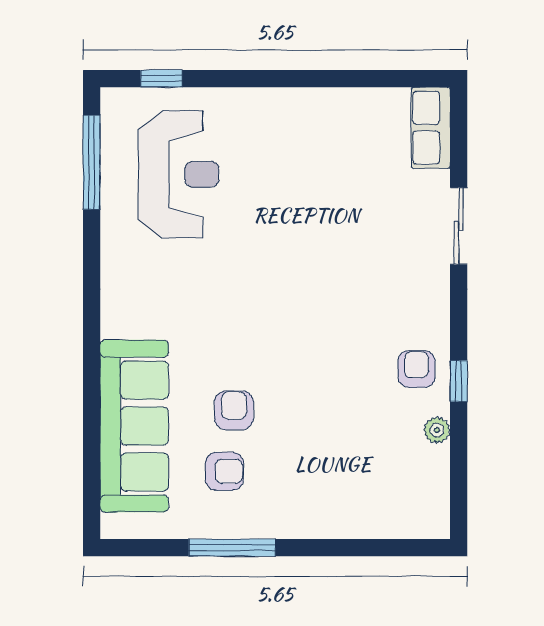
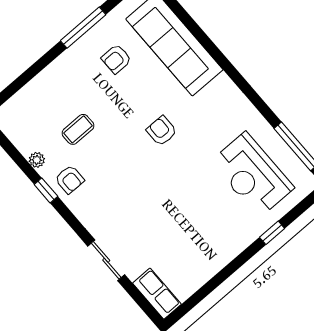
window: (161, 79) -> (272, 233), moved
armchair: (234, 410) -> (162, 131), moved, turned 180
coffee table: (351, 424) -> (78, 129), added

